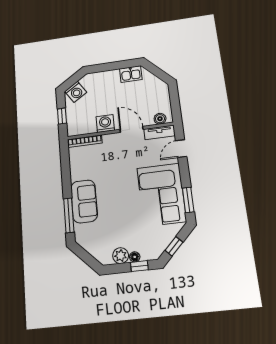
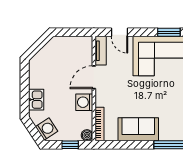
kitchen sink: (131, 74) -> (36, 100), moved
boiler: (160, 119) -> (87, 135), moved
sofa: (84, 201) -> (138, 129), moved

